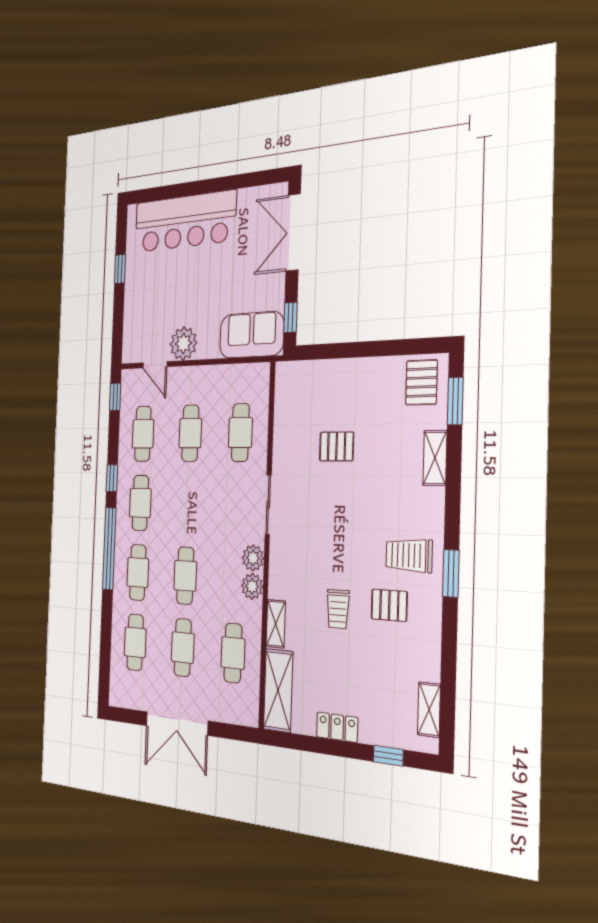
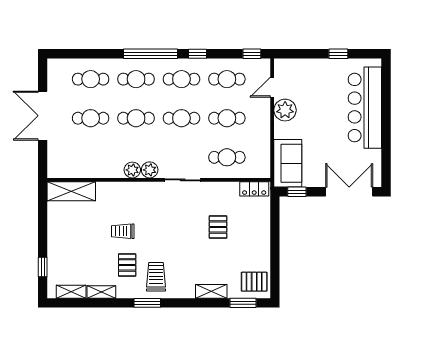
shelving: (276, 624) -> (101, 292), moved
cafe table: (233, 653) -> (181, 118), moved
locker: (337, 727) -> (254, 189), moved, turned 90

